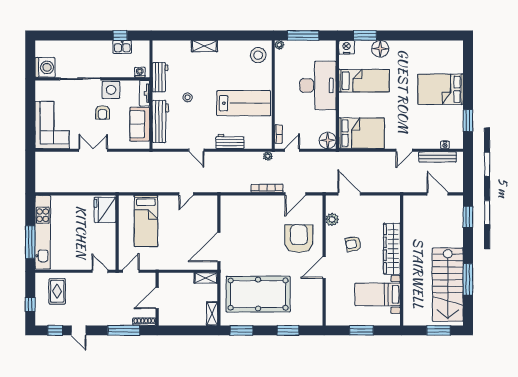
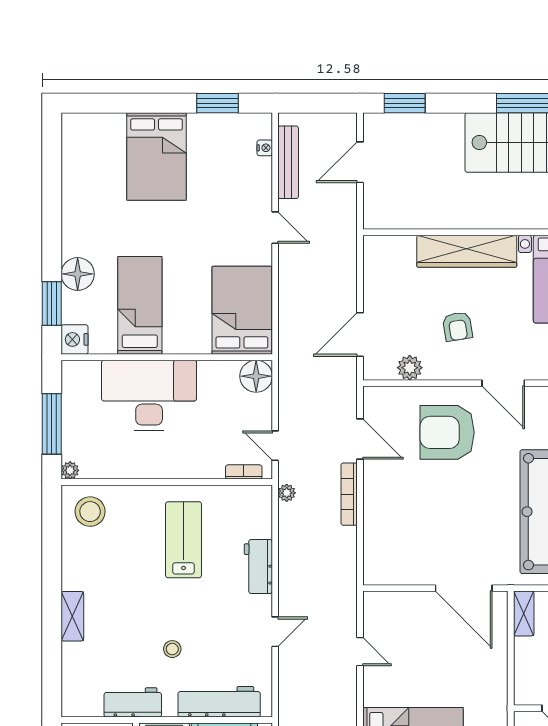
lab bench: (244, 103) -> (184, 540), width x0.73, depth x0.72

